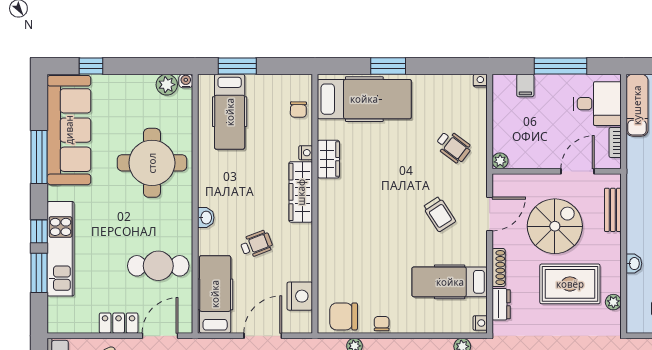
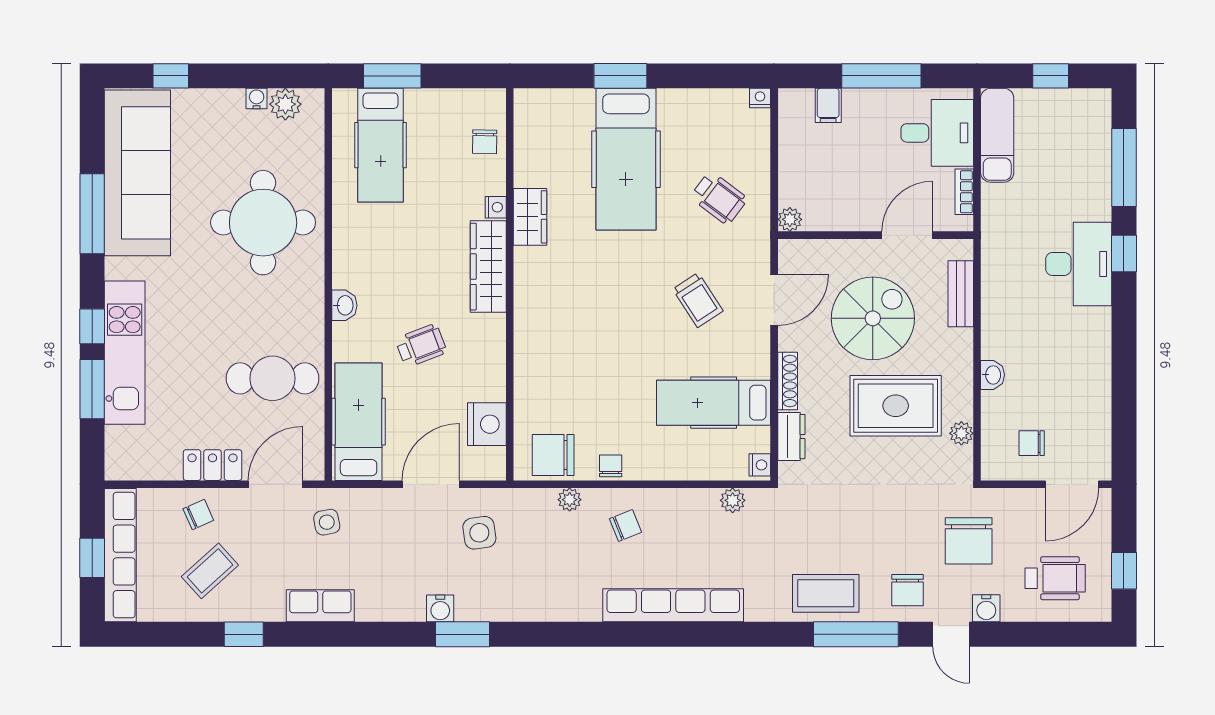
water cooler: (186, 81) -> (257, 99), moved
hospital bed: (364, 99) -> (626, 159), moved, turned 90

